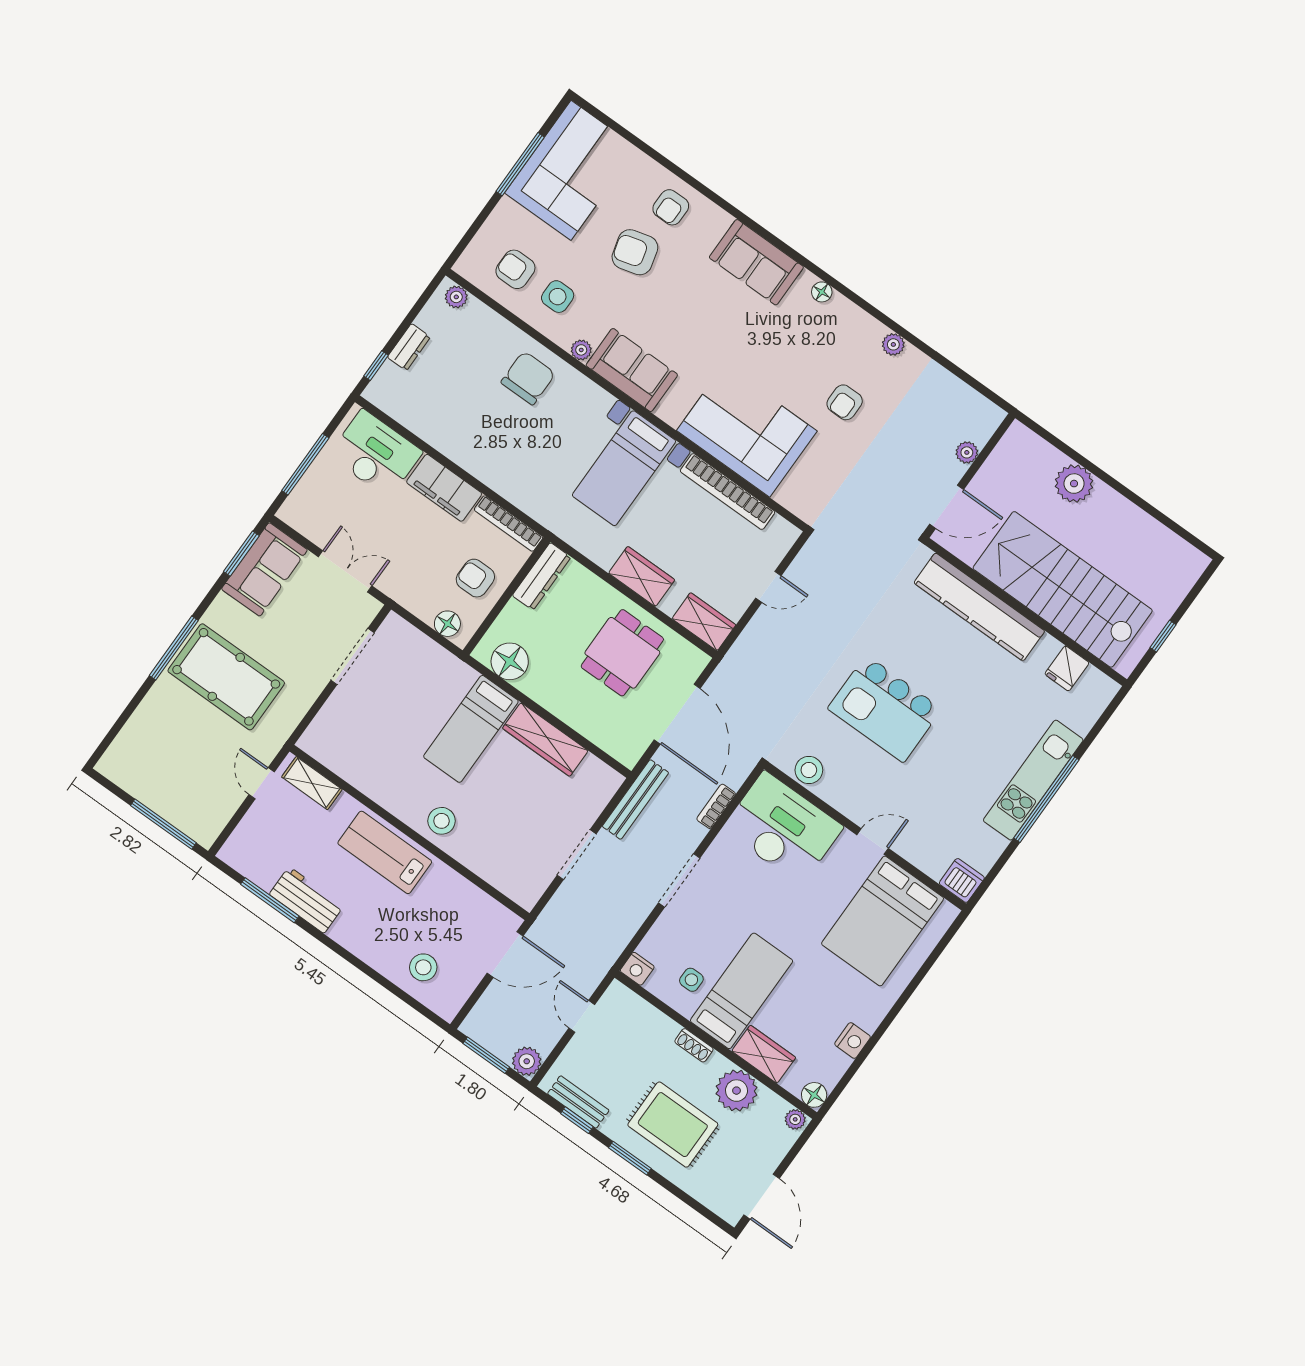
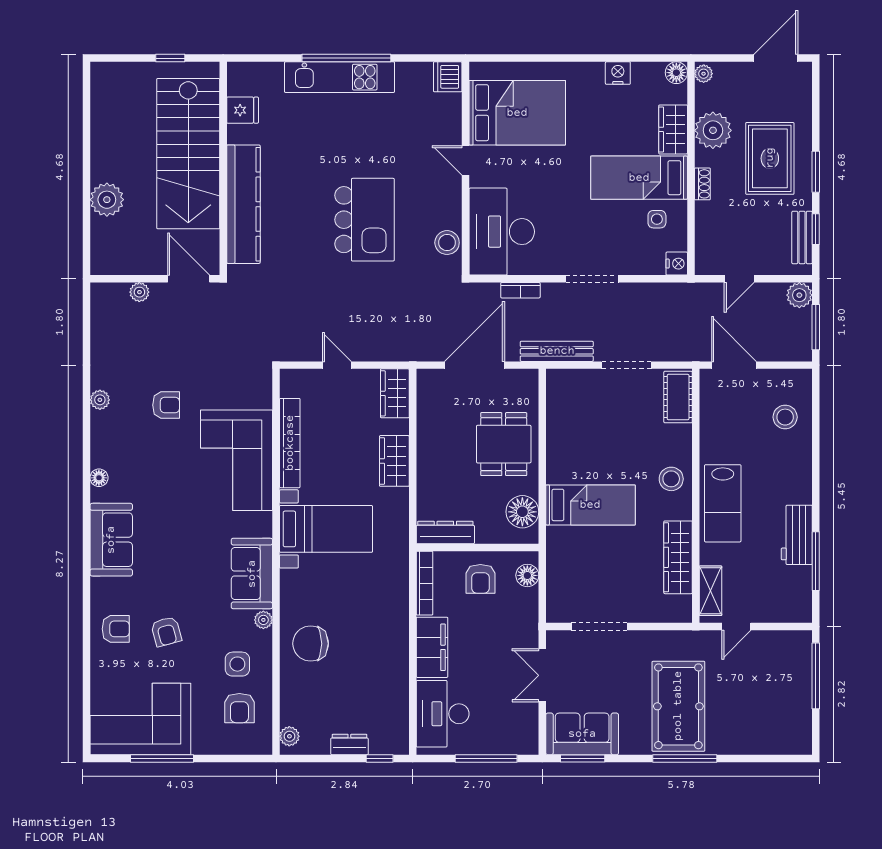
armchair: (635, 252) -> (166, 632), width x0.72, depth x0.72
dining table: (622, 653) -> (504, 444), moved, turned 90
wardrobe: (545, 739) -> (678, 557), moved, turned 180
cot: (513, 881) -> (678, 397), added

